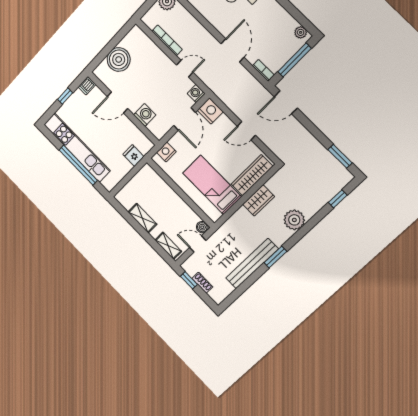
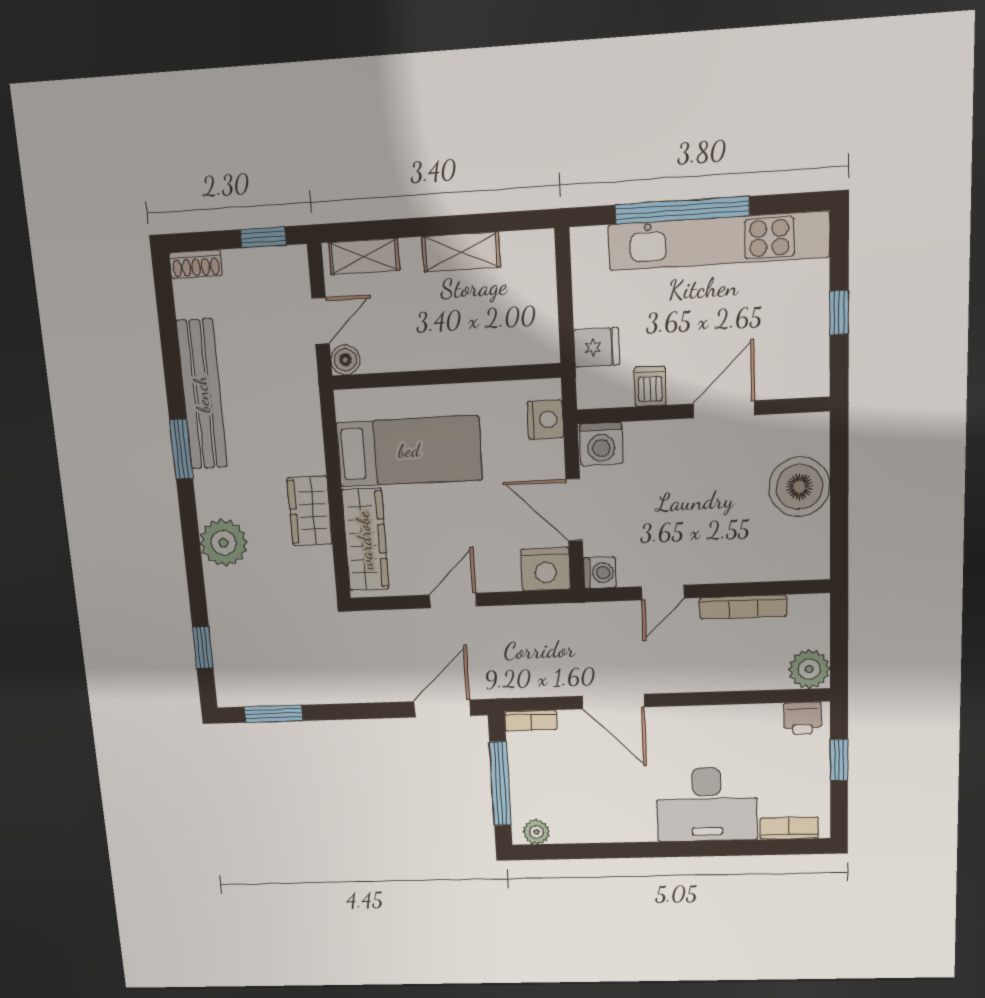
dishwasher: (87, 86) -> (650, 386), moved
washing machine: (145, 115) -> (601, 444), moved
shoe rack: (202, 283) -> (196, 264), moved

